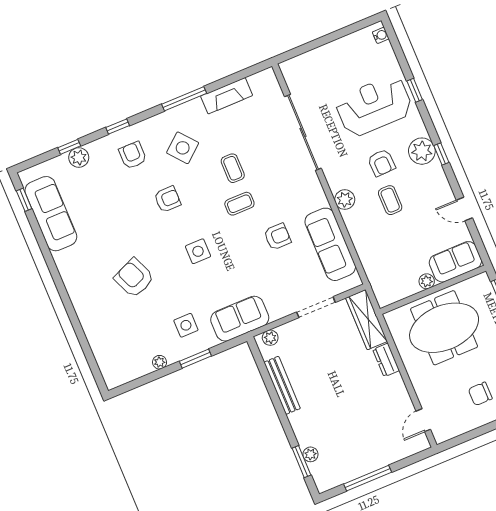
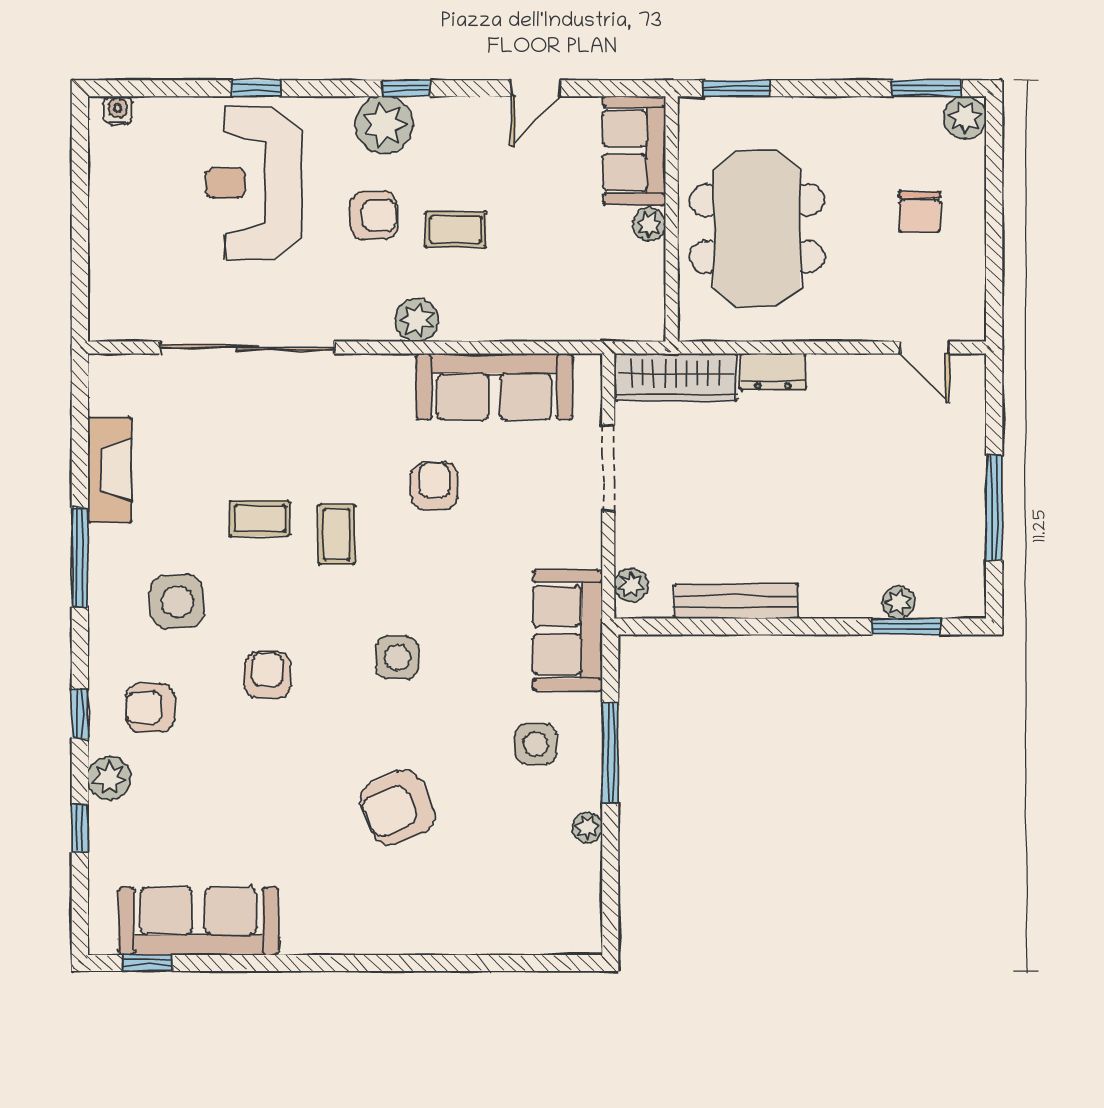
side table: (183, 148) -> (177, 602), turned 36
plant: (79, 158) -> (109, 778), moved
window: (195, 359) -> (610, 753), width x1.44

